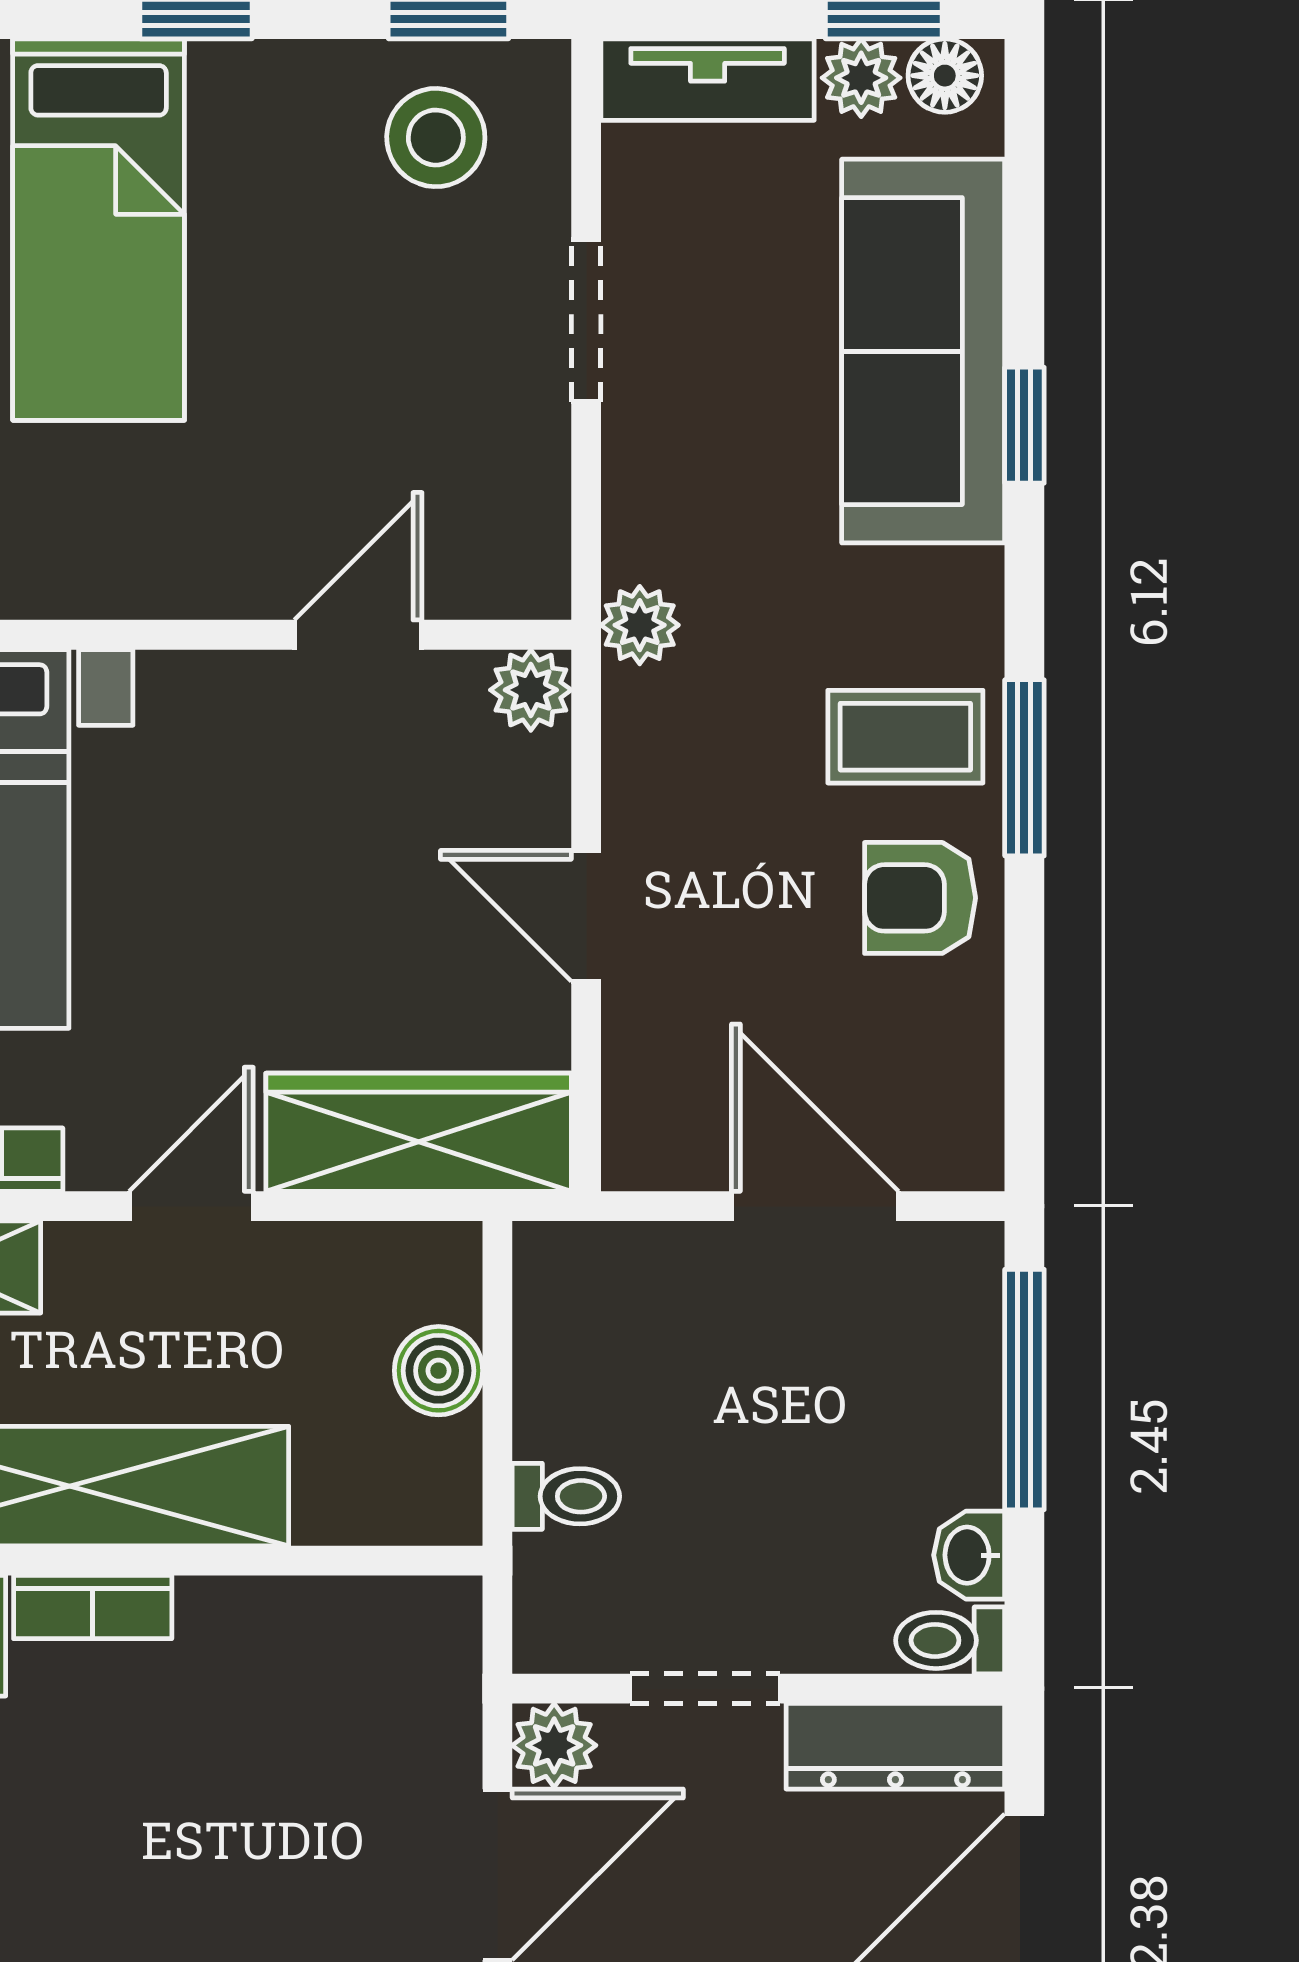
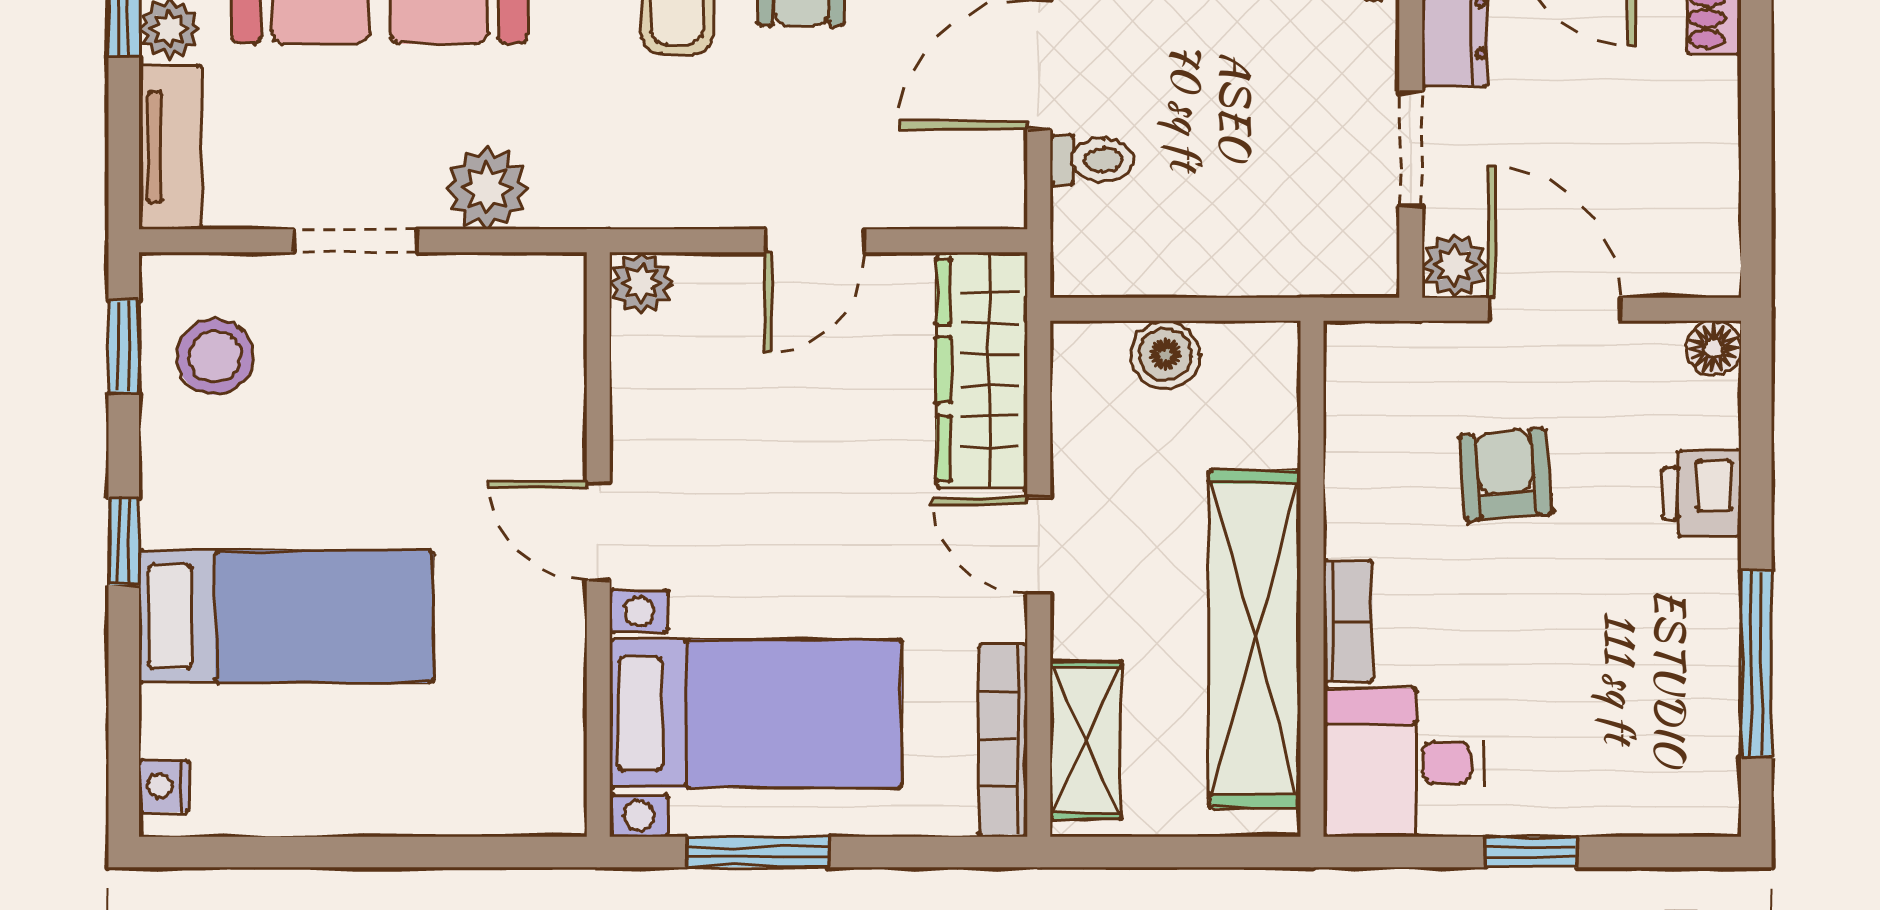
plant: (640, 625) -> (487, 188), moved, width x1.38, depth x1.38
door: (358, 635) -> (598, 531), moved
toilet: (566, 1496) -> (1091, 160), moved, turned 90
armchair: (283, 1812) -> (1506, 474), added

